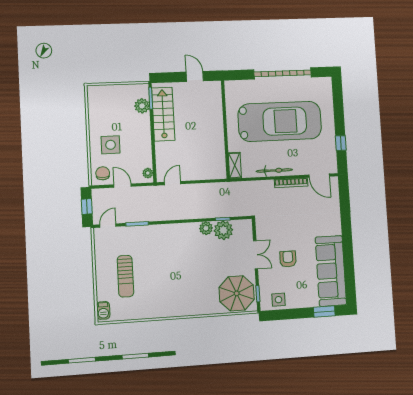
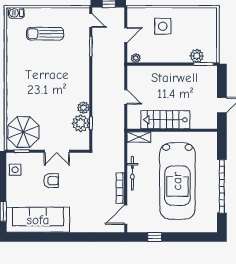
stairs: (163, 114) -> (165, 120), moved, turned 180
chair: (103, 173) -> (138, 18), removed
door: (173, 183) -> (126, 97), moved

